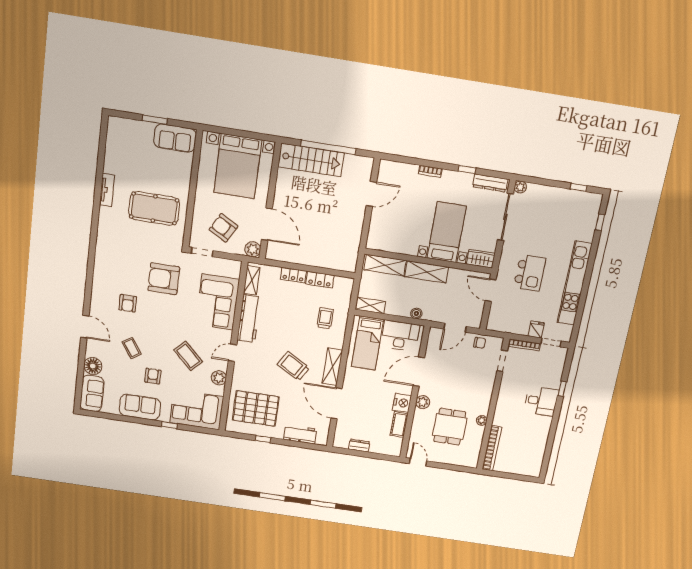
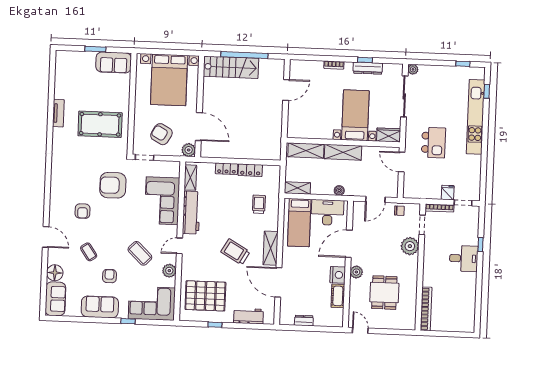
dresser: (490, 183) -> (368, 68), moved
kitchen unit: (575, 283) -> (476, 117), moved
plant: (482, 420) -> (410, 246), moved, width x1.88, depth x1.88

